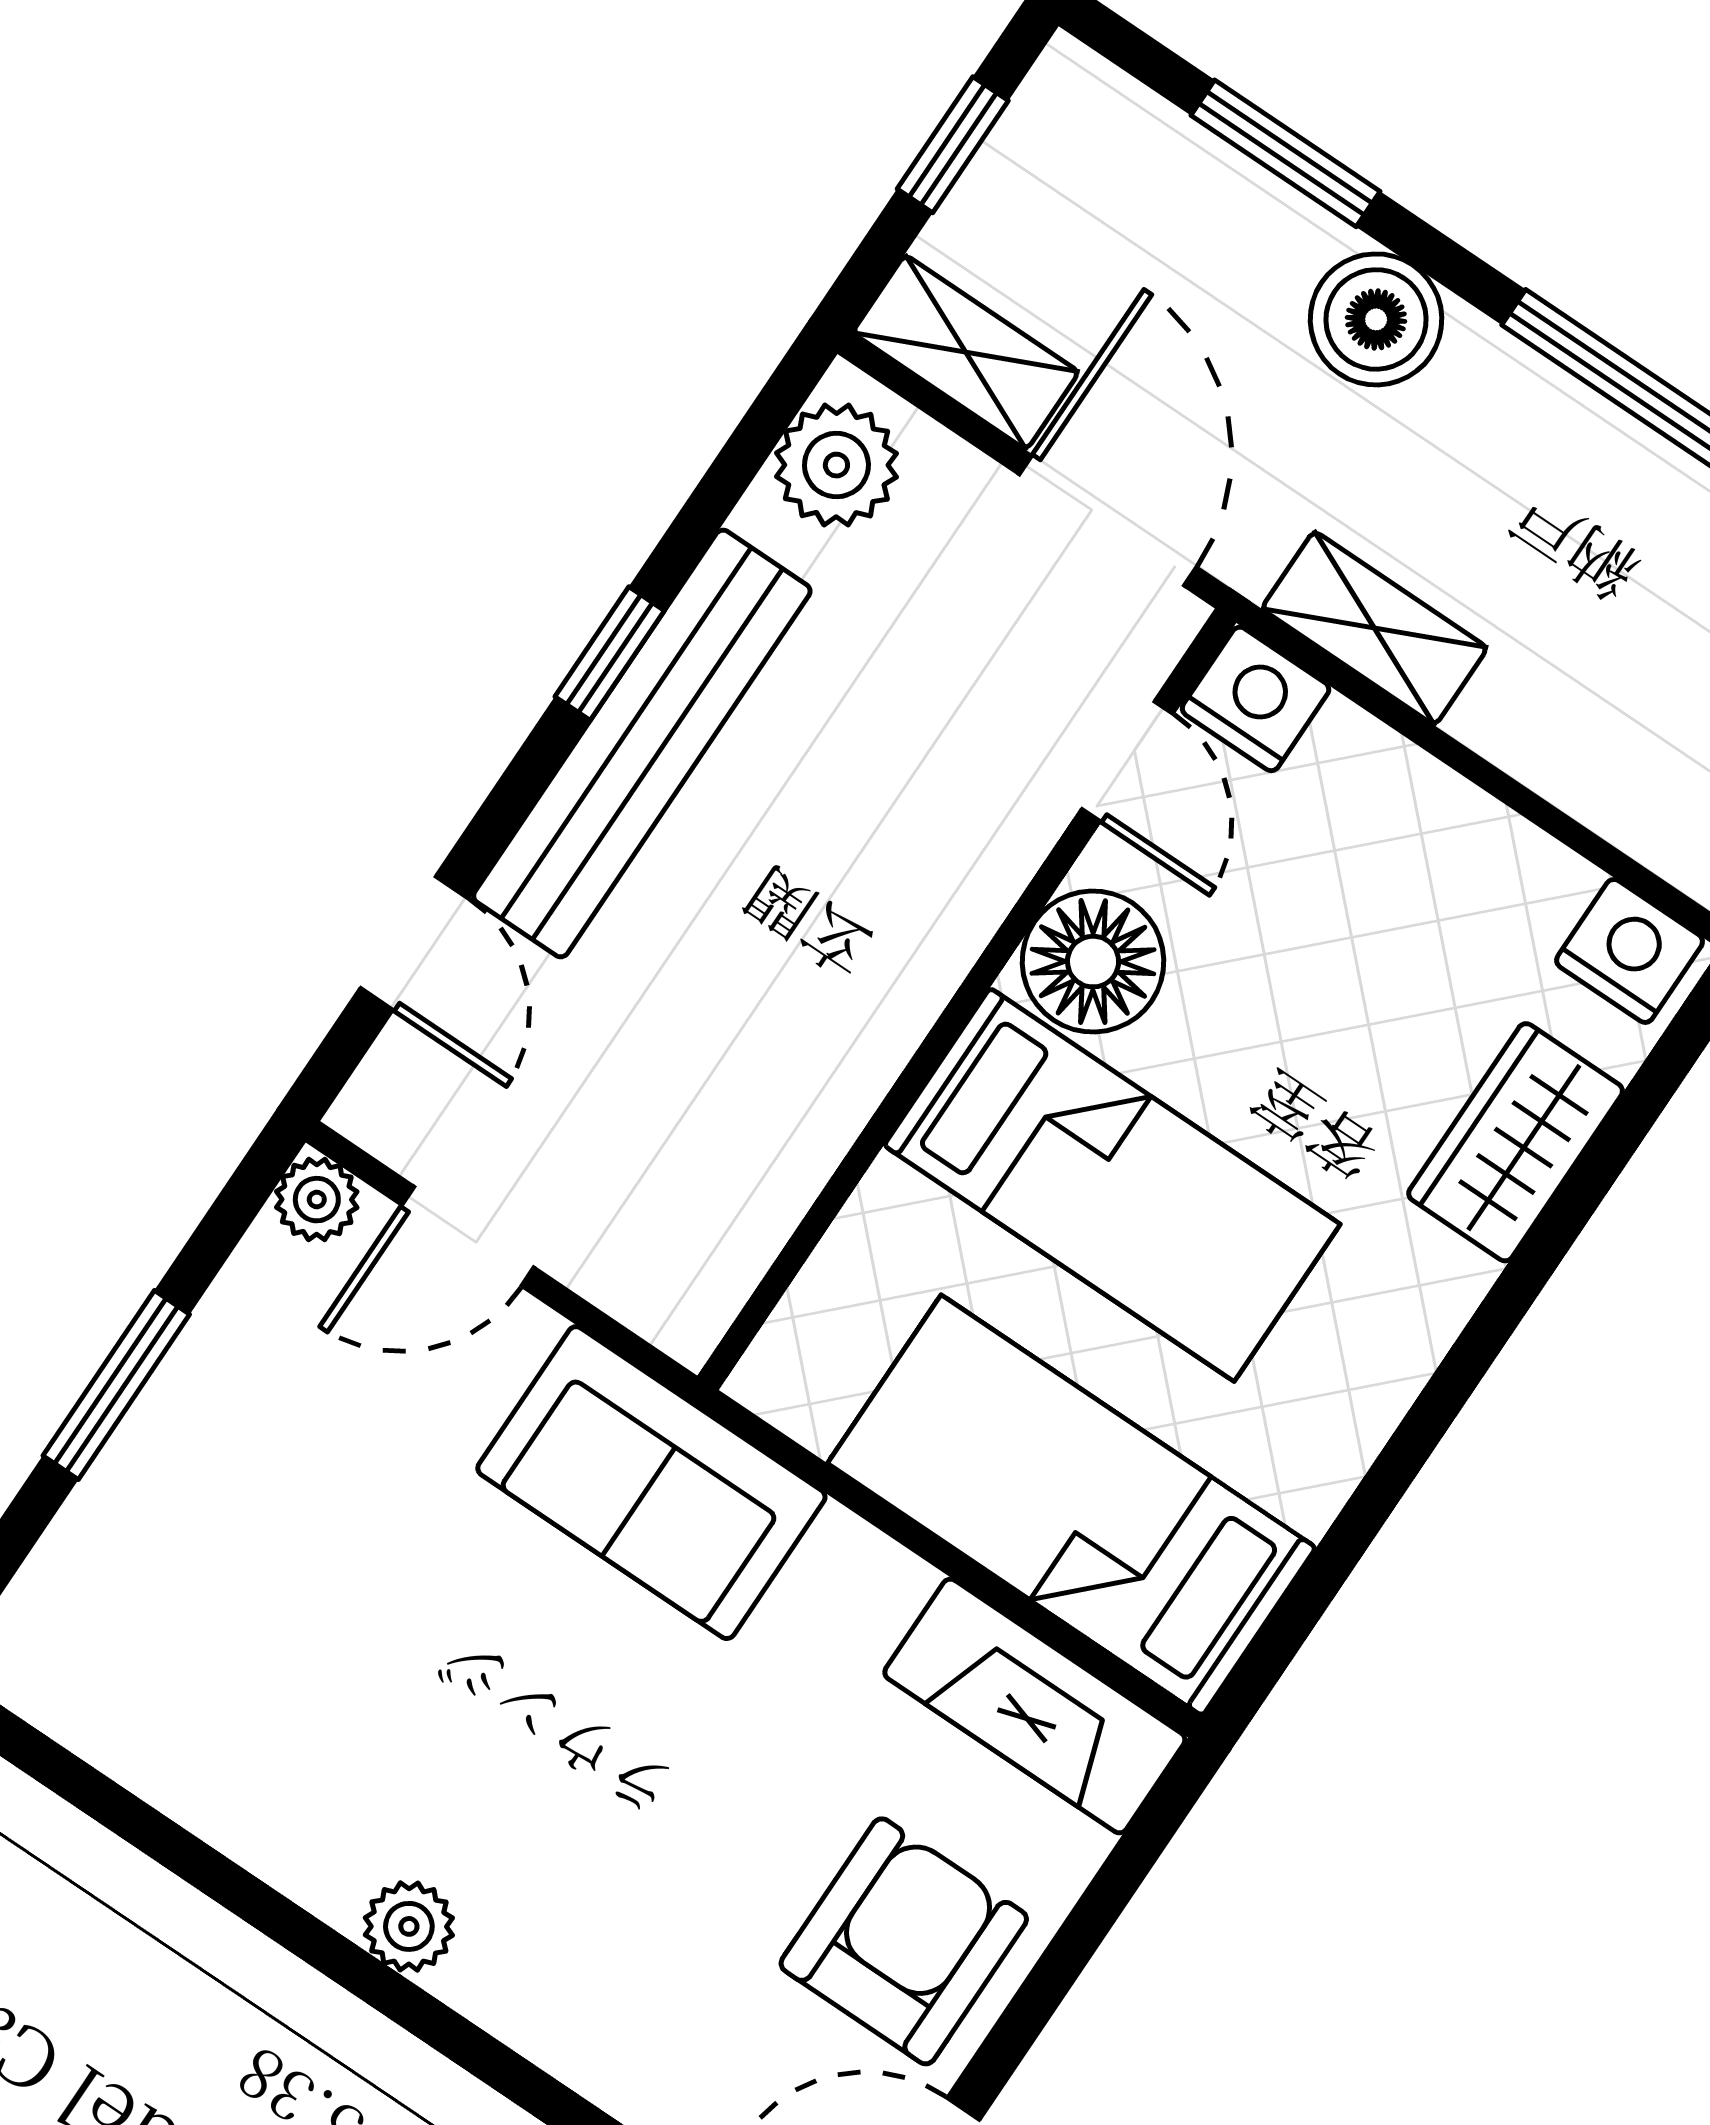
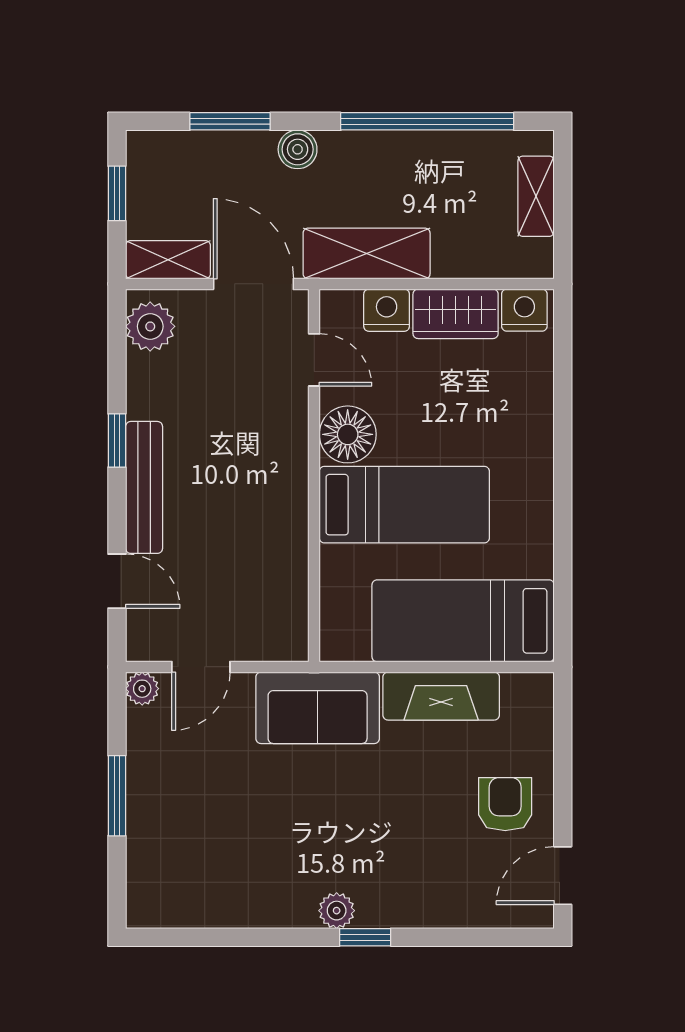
boiler: (1376, 319) -> (298, 149), width x0.73, depth x0.73
shelving: (1374, 628) -> (367, 253), width x1.50, depth x1.33
nightstand: (1256, 699) -> (387, 310), moved
bench: (642, 743) -> (144, 487), width x0.73, depth x0.82
wardrobe: (1516, 1142) -> (456, 314), moved, turned -90
fireplace: (1035, 1706) -> (441, 696), moved
armchair: (904, 1941) -> (505, 804), width x0.72, depth x0.72
window: (431, 2021) -> (365, 937), added

